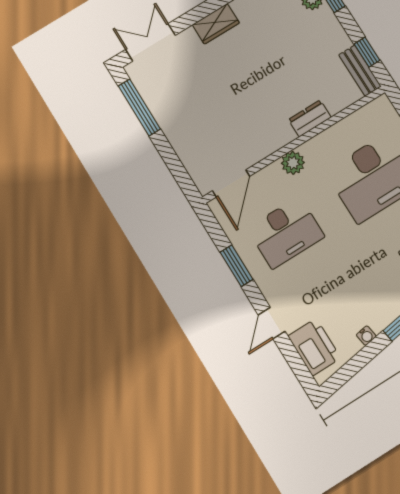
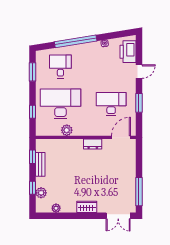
bench: (360, 71) -> (40, 164), moved
dresser: (310, 118) -> (93, 144), moved
plant: (293, 163) -> (67, 130), moved

